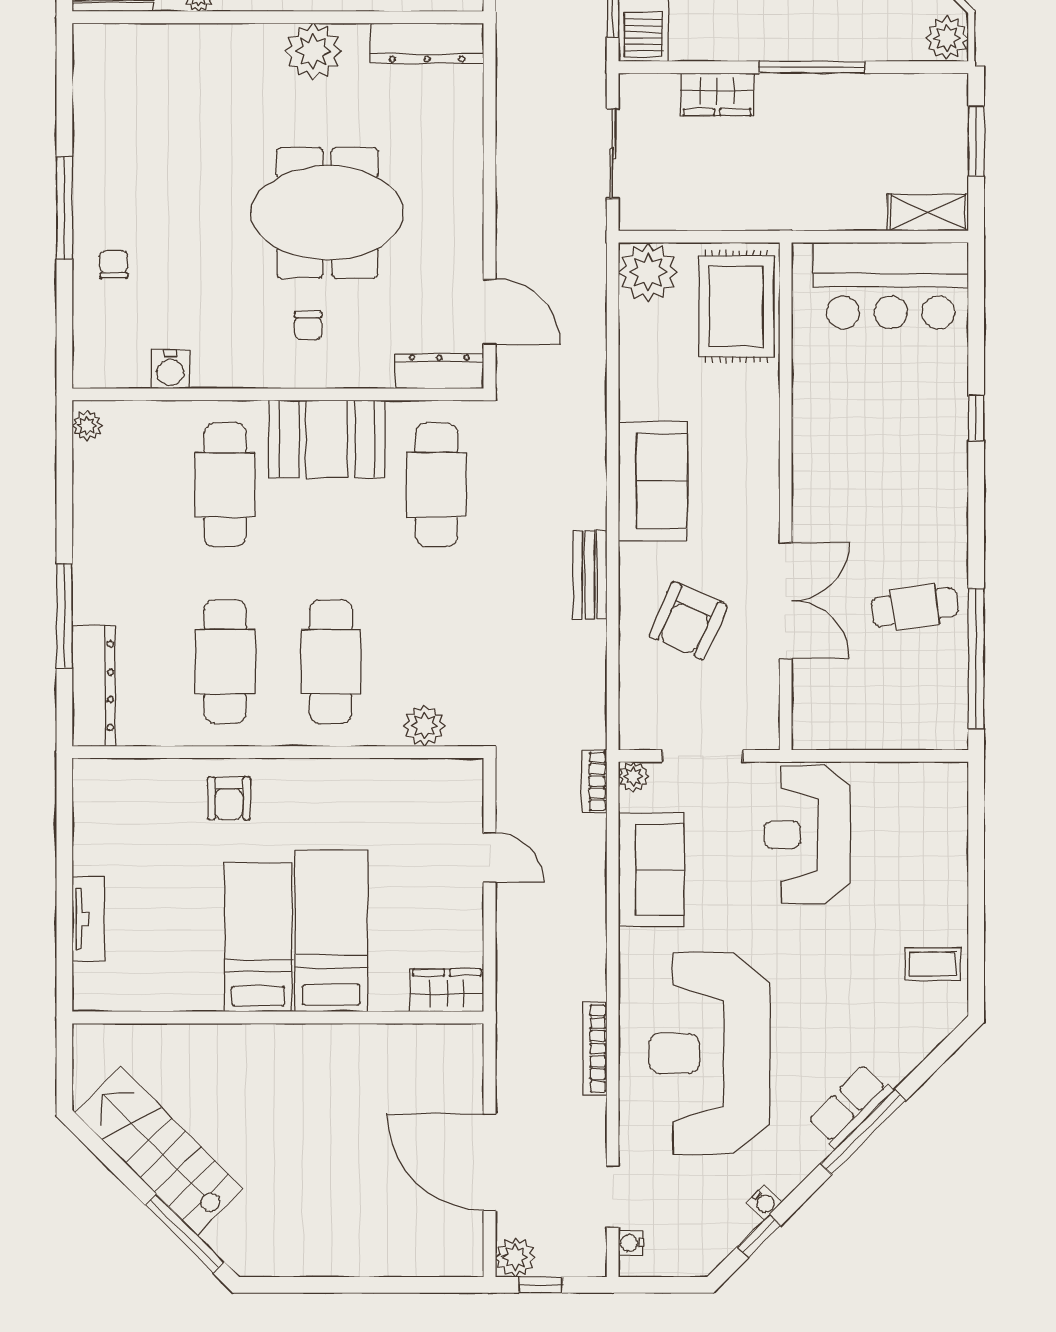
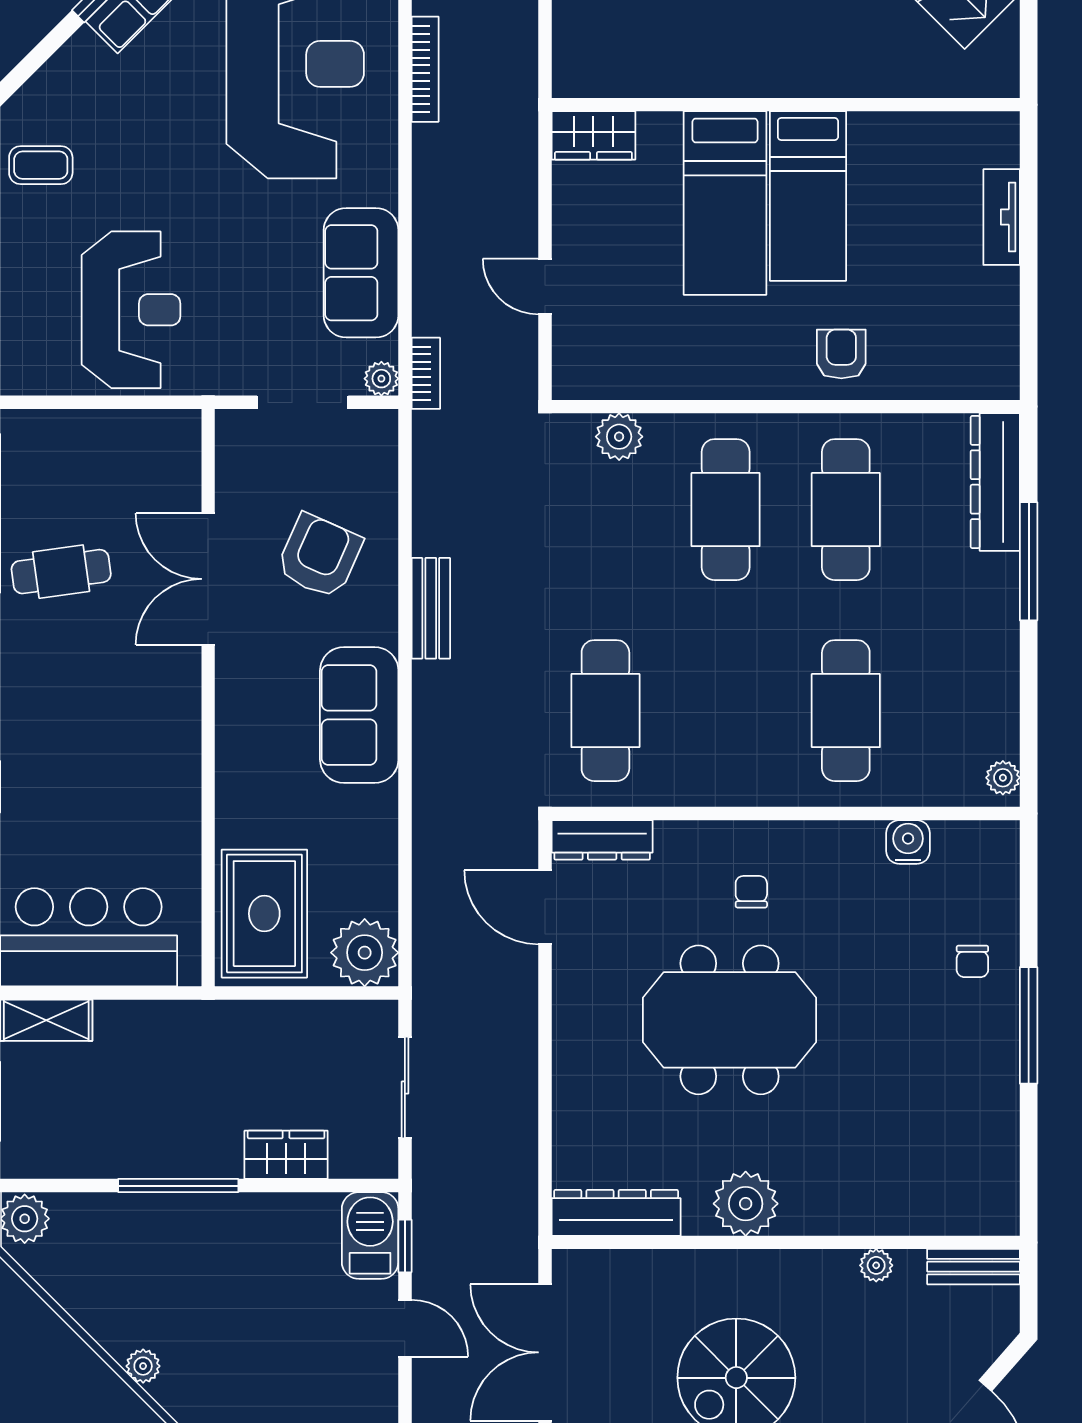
booth: (327, 439) -> (730, 763), removed
reception desk: (807, 835) -> (131, 310), moved

